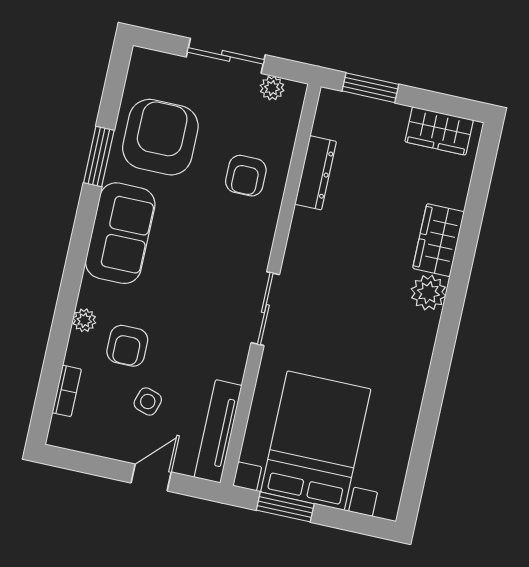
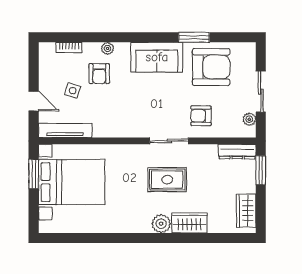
dresser: (316, 173) -> (237, 152), moved
rug: (350, 264) -> (167, 180), added
sliding door: (265, 309) -> (169, 141), moved
armchair: (127, 346) -> (99, 74), turned -90

